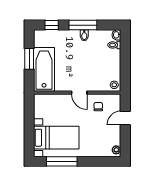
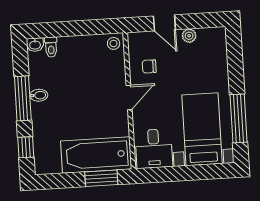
window: (29, 59) -> (101, 178), moved
desk: (46, 106) -> (154, 149), added
plant: (116, 150) -> (189, 36), moved

